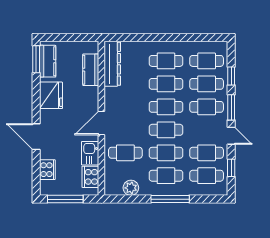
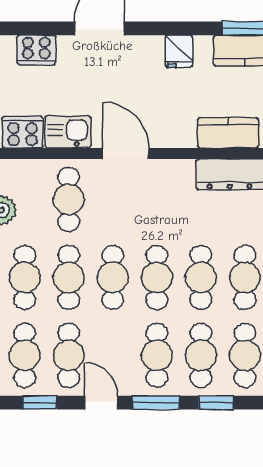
fridge: (51, 95) -> (179, 51), width x0.53, depth x0.75
door: (231, 136) -> (101, 403), swing flipped

